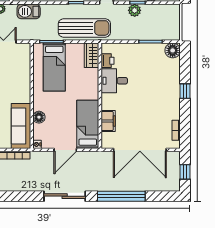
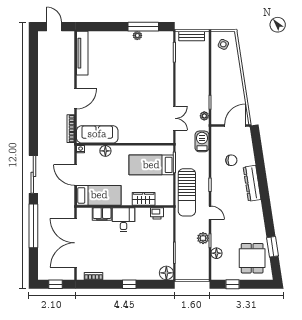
wardrobe: (92, 55) -> (144, 199), moved
desk: (114, 81) -> (124, 220), moved

